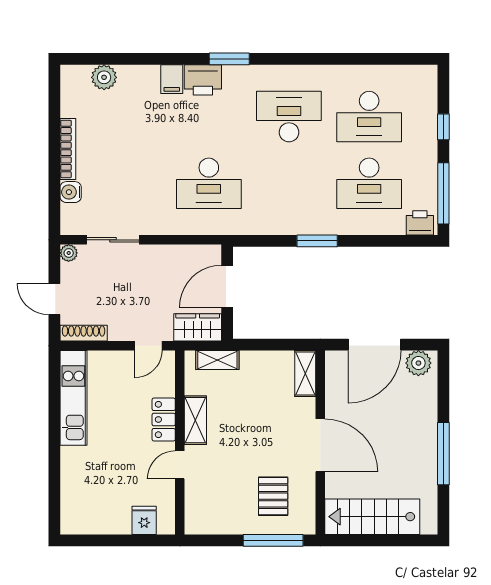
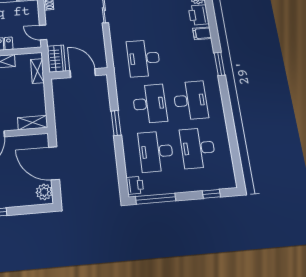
printer: (203, 80) -> (199, 15), moved
window: (443, 127) -> (211, 194), moved
desk: (289, 183) -> (150, 104), added

